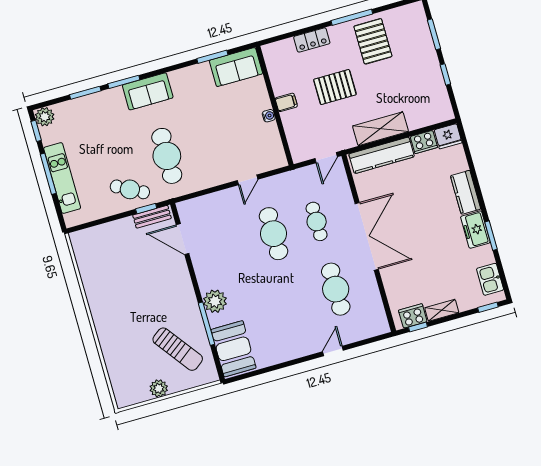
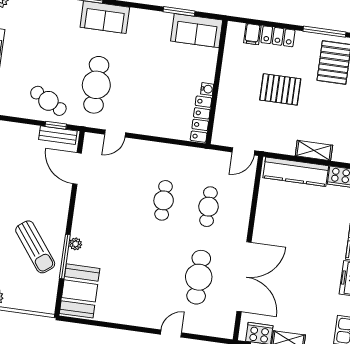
filing cabinet: (286, 102) -> (252, 34), moved, turned 90
shelving: (380, 129) -> (314, 150), width x0.67, depth x0.75
locker: (275, 145) -> (201, 119), added
door: (248, 180) -> (115, 133), moved
cafe table: (273, 234) -> (164, 200), width x0.73, depth x0.74
double door: (367, 236) -> (244, 277), moved
plant: (215, 301) -> (76, 244), width x0.53, depth x0.53
sun lounger: (178, 349) -> (35, 247), moved

